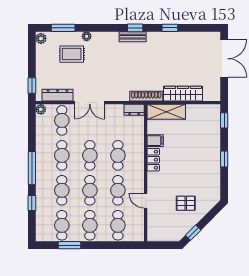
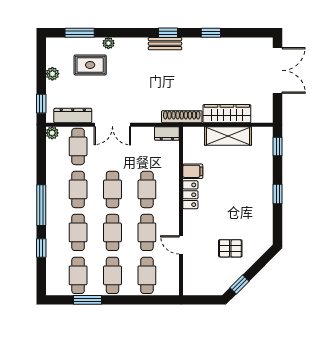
plant: (41, 38) -> (52, 74), moved
shelving: (166, 112) -> (228, 136), moved

